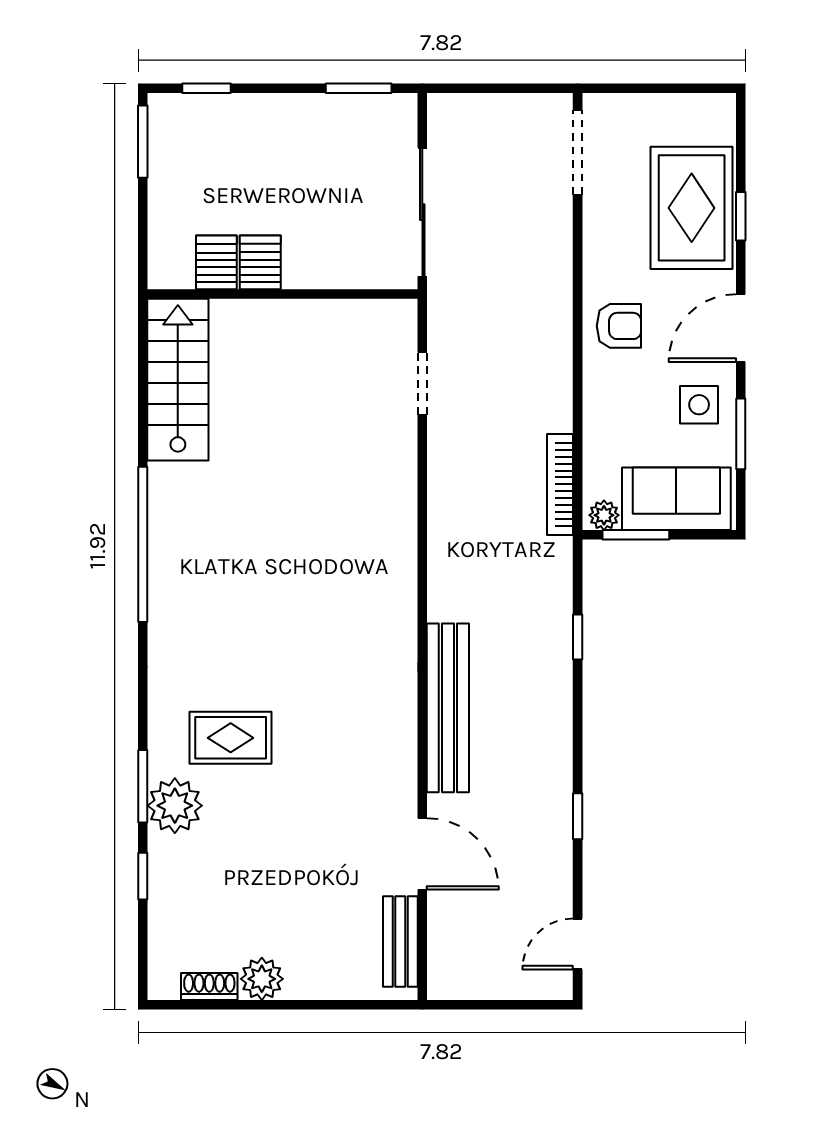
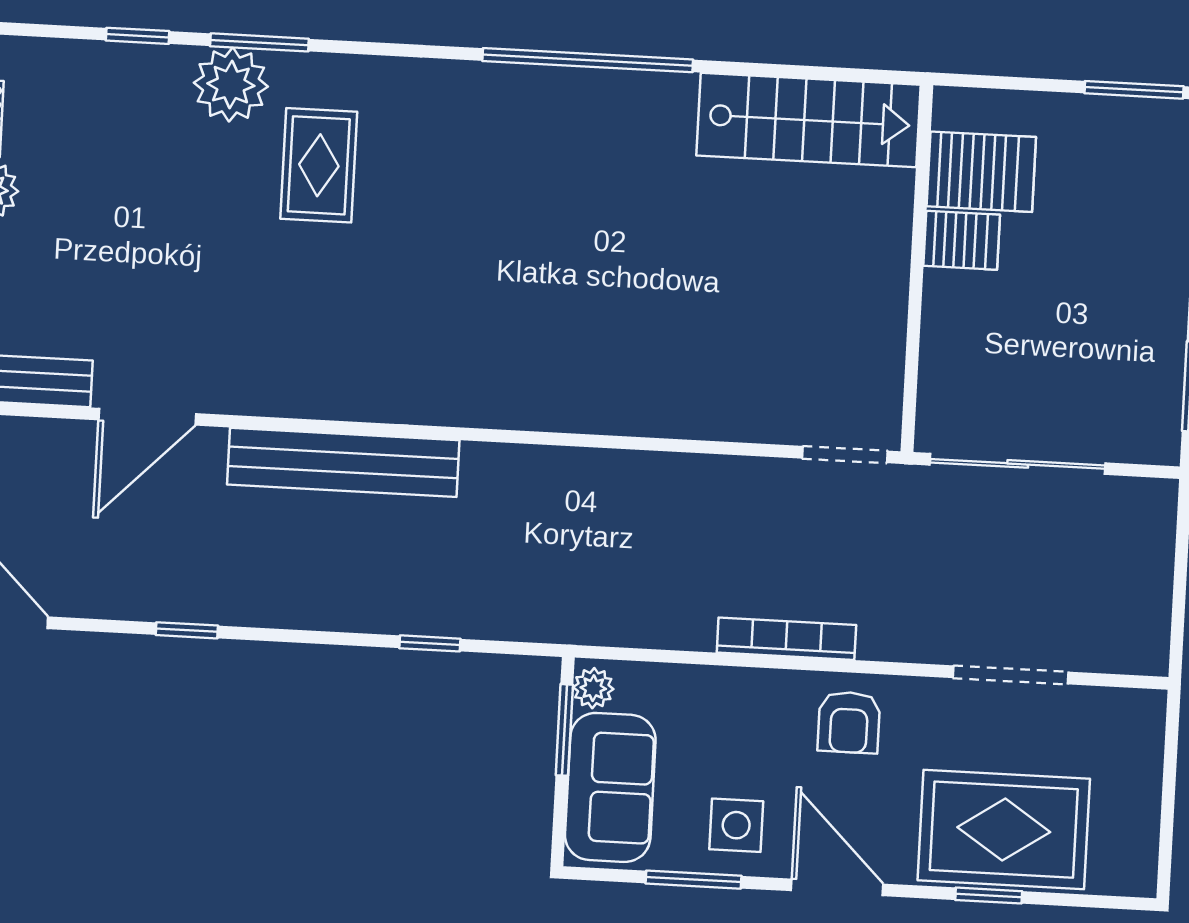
doorway: (578, 152) -> (1010, 675), moved
server rack: (216, 262) -> (981, 172), width x1.36, depth x1.44
doorway: (422, 383) -> (845, 455), moved
bookcase: (560, 484) -> (786, 639), moved

